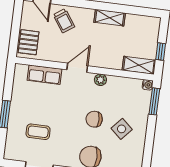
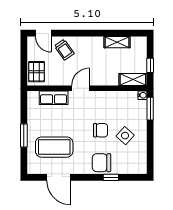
shelving: (110, 18) -> (117, 42), moved
plant: (100, 80) -> (102, 96), removed
chair: (94, 119) -> (101, 130), turned 180
coffee table: (38, 132) -> (54, 147), width x1.86, depth x1.72

